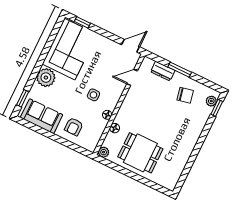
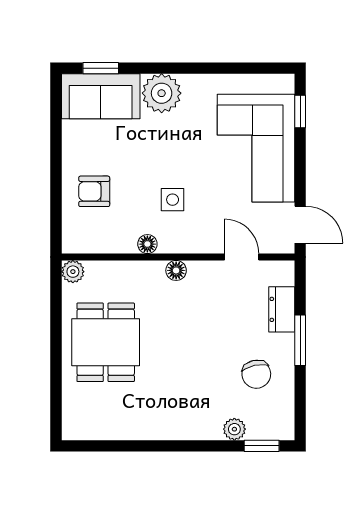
corner sofa: (70, 49) -> (256, 148), moved, turned 90
plant: (211, 101) -> (234, 429), moved
sofa: (42, 116) -> (101, 96), moved, turned 90
floor lamp: (115, 128) -> (176, 270), moved

